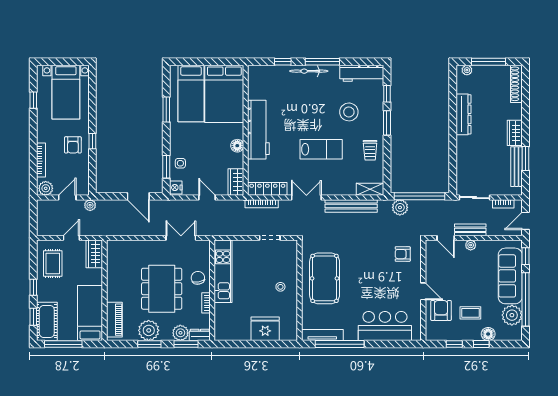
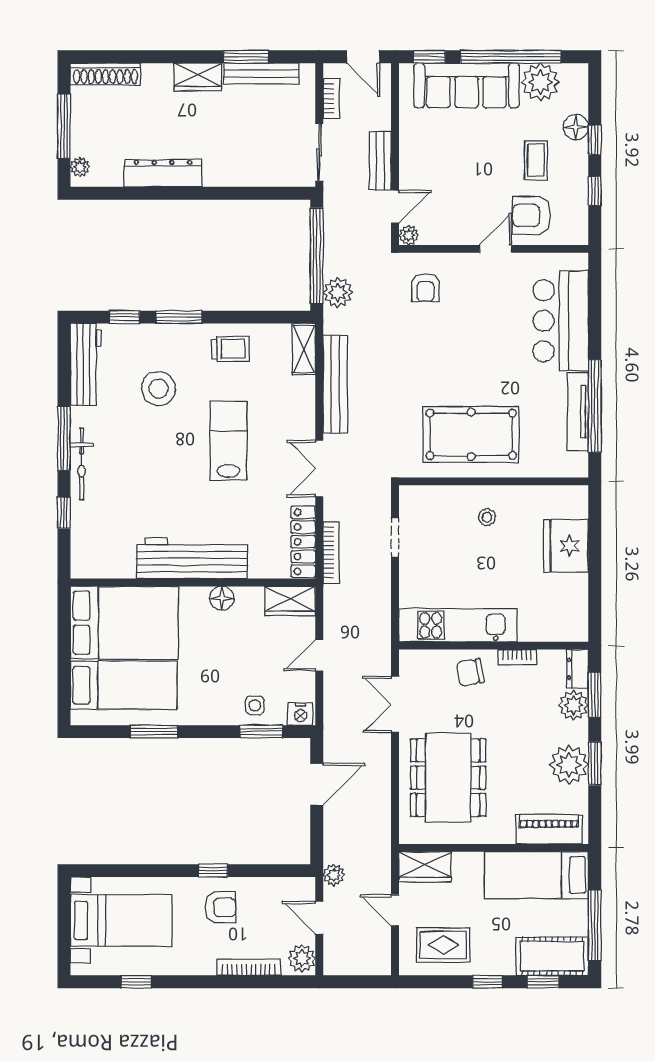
plant: (471, 245) -> (409, 235), moved
dining table: (162, 289) -> (448, 778), moved, turned 90
tv unit: (322, 335) -> (578, 412), moved

